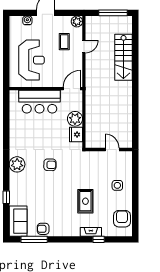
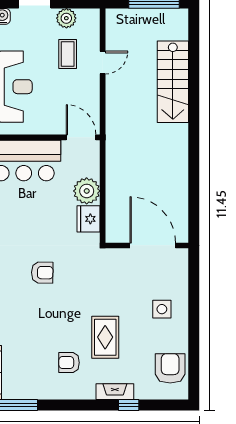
plant: (77, 21) -> (66, 18), moved
door: (72, 89) -> (81, 137), hinge flipped
door: (112, 150) -> (153, 245), width x1.88
armchair: (43, 229) -> (69, 363), moved

